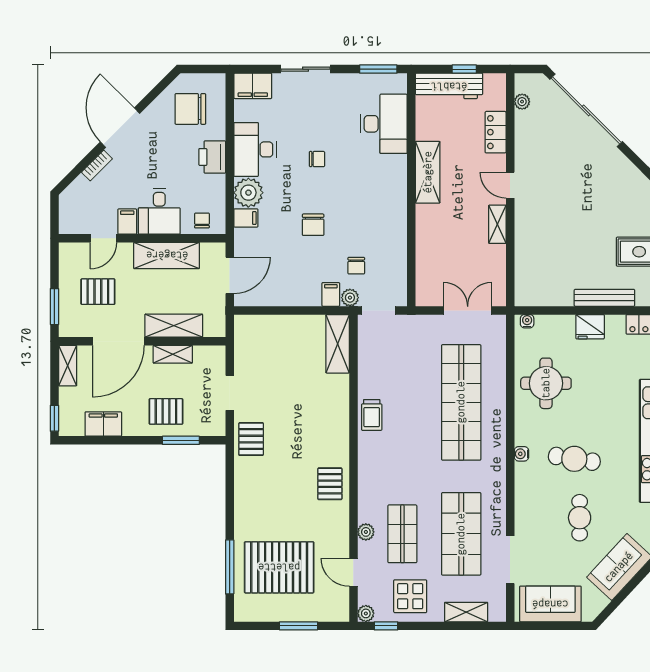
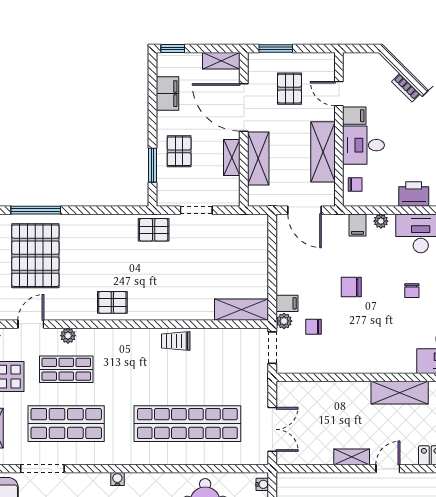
plant: (248, 193) -> (381, 221), width x0.53, depth x0.53
water cooler: (521, 454) -> (117, 479), moved

